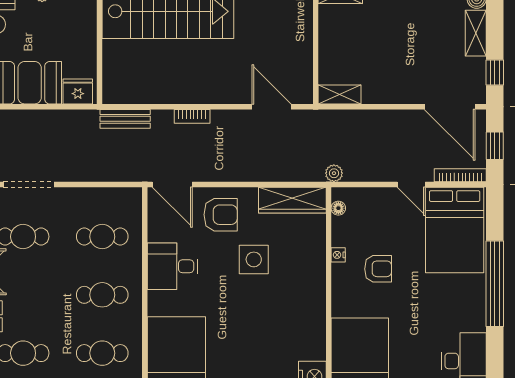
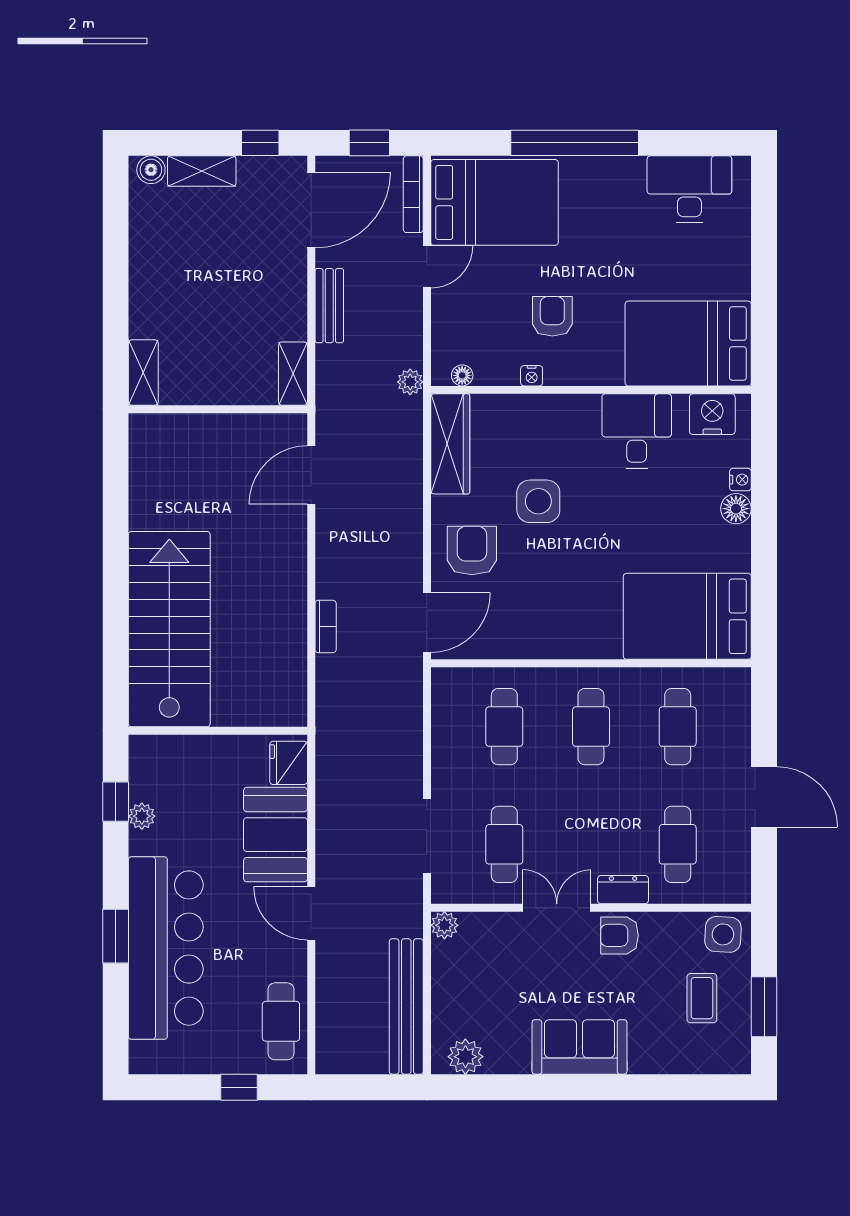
bookcase: (192, 116) -> (326, 627), moved
bench: (125, 119) -> (329, 306), moved
desk: (173, 266) -> (637, 431), moved, turned 180

